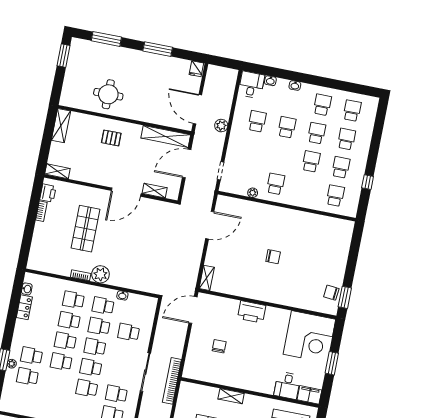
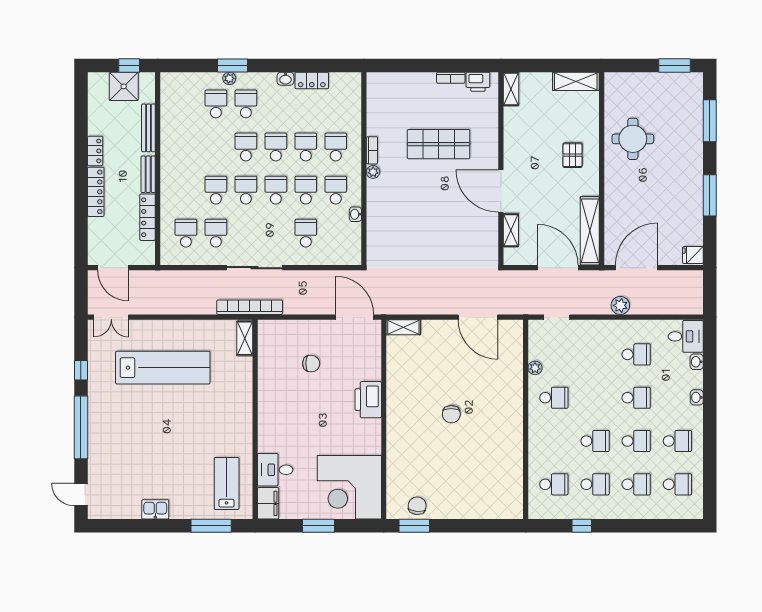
plant: (100, 274) -> (373, 172), width x0.53, depth x0.53
washbasin: (27, 289) -> (285, 79), moved
shelving: (231, 396) -> (245, 338), moved

